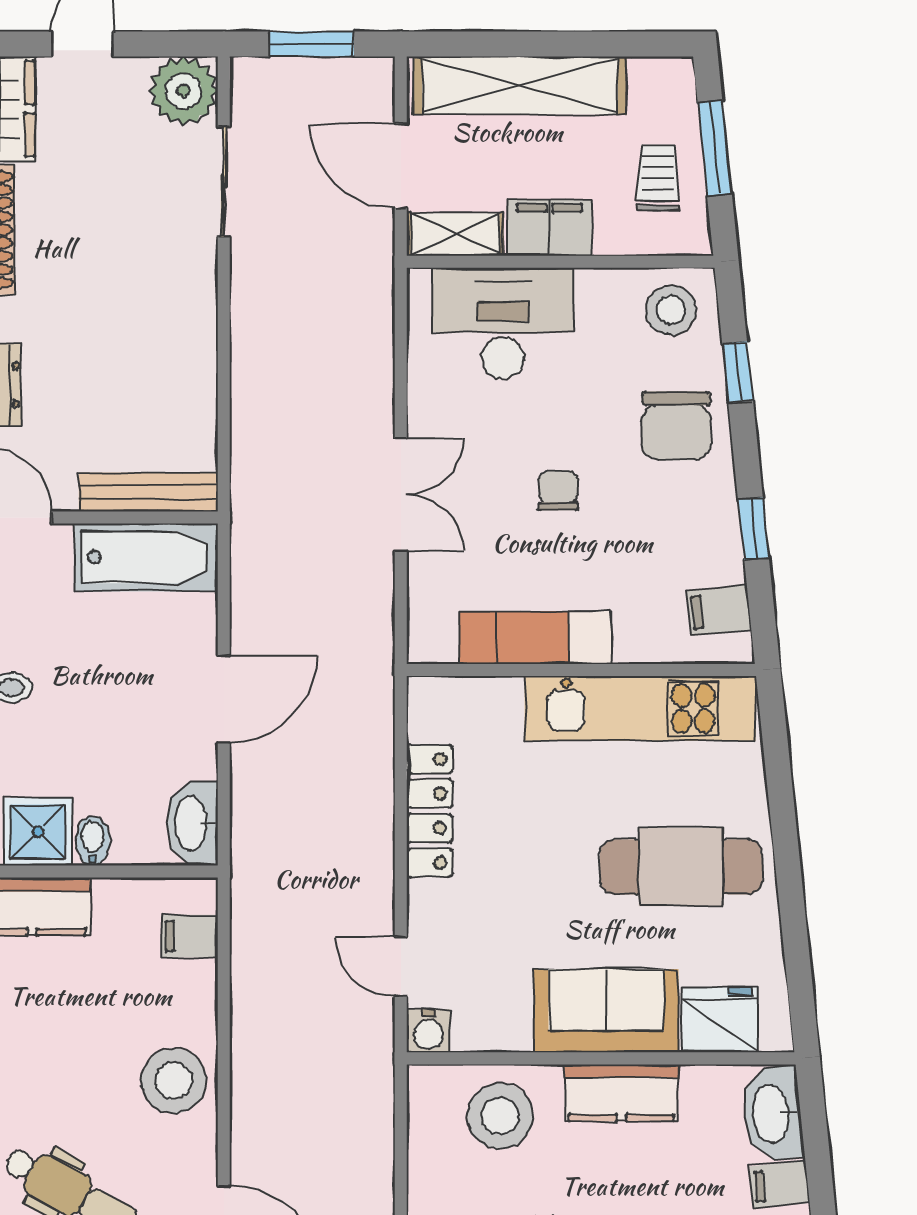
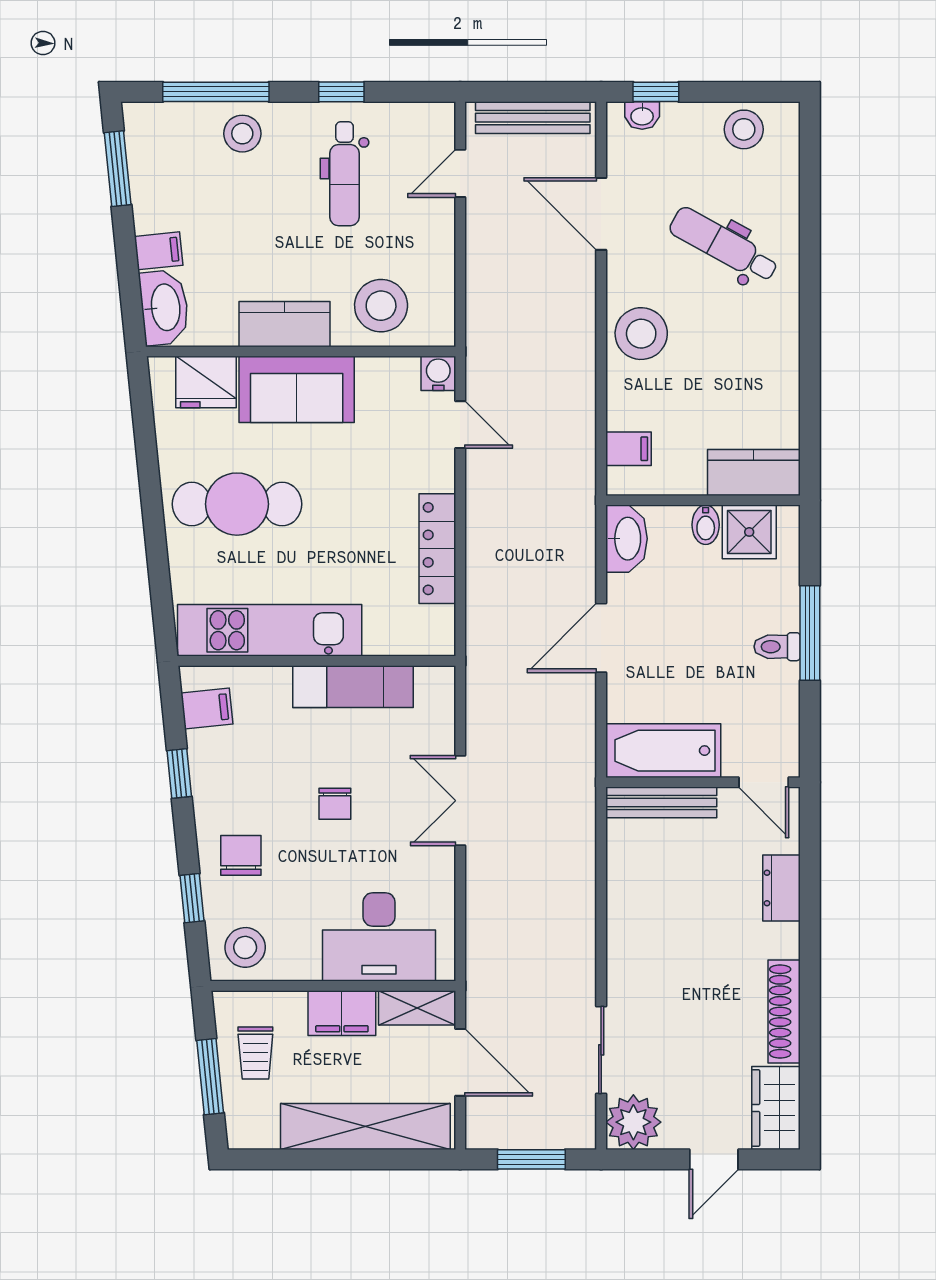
chair: (676, 426) -> (241, 855), width x0.73, depth x0.73

